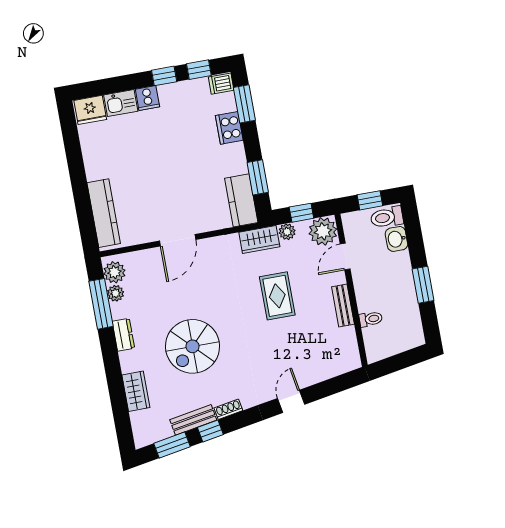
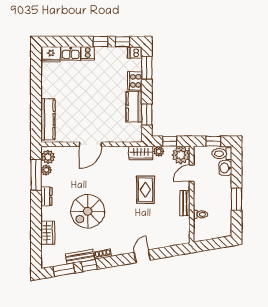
kitchen counter: (241, 200) -> (134, 107), moved

